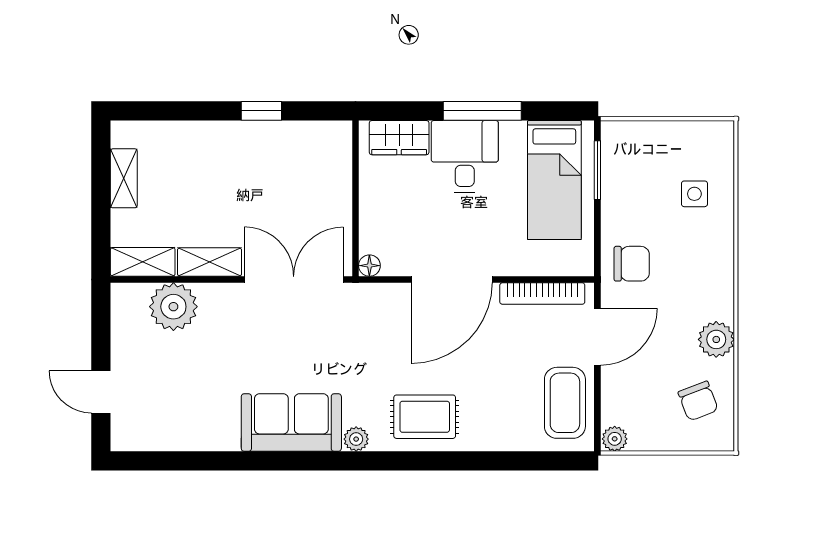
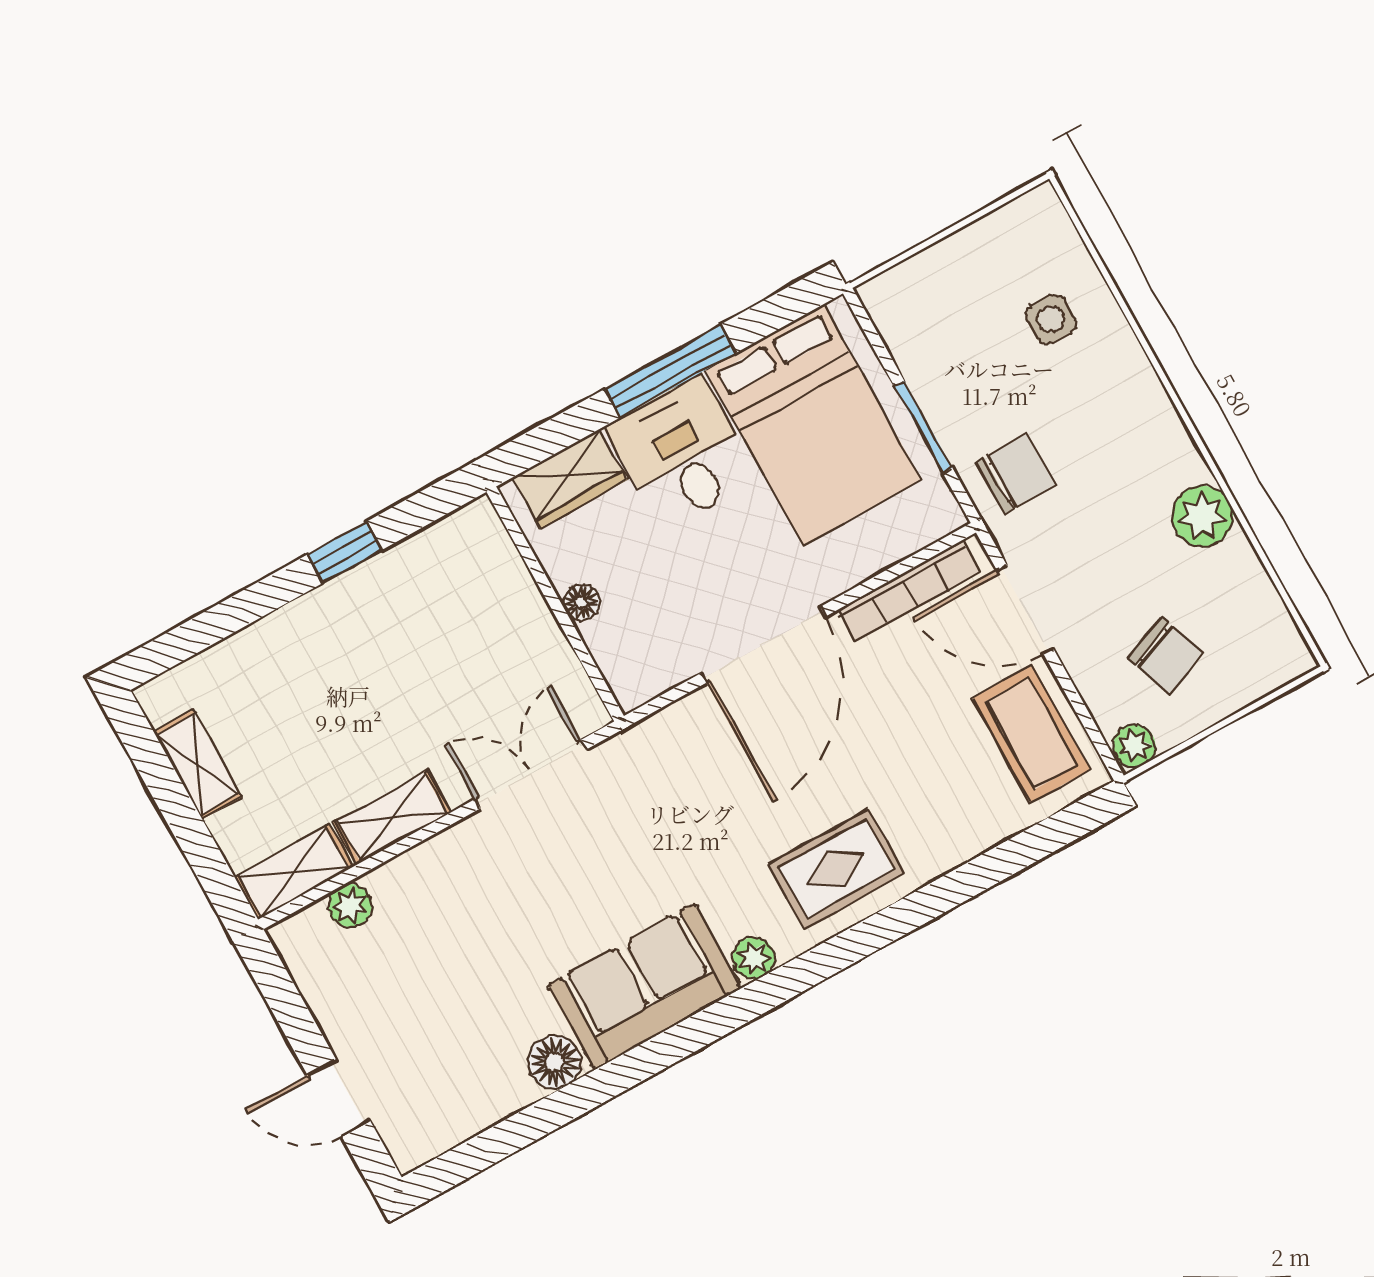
window: (597, 170) -> (924, 427), moved
bed: (554, 180) -> (813, 425), width x1.50
floor lamp: (369, 266) -> (581, 602), moved
double door: (294, 280) -> (531, 774), width x0.73
plant: (173, 307) -> (350, 906), width x0.53, depth x0.53
door: (597, 337) -> (1025, 610), swing flipped
chair: (698, 401) -> (1166, 655), moved
floor lamp: (223, 436) -> (554, 1062), added

